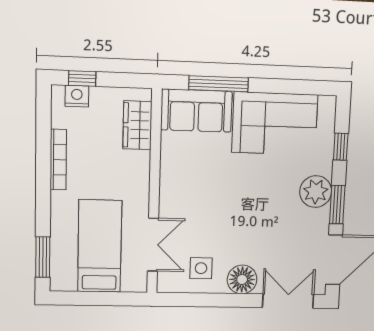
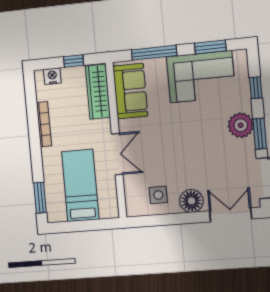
window: (82, 78) -> (74, 61), moved
window: (292, 87) -> (210, 47), added
sofa: (196, 111) -> (130, 91), moved, turned -90
wardrobe: (137, 125) -> (98, 92), width x1.50
double door: (153, 245) -> (117, 154), moved

